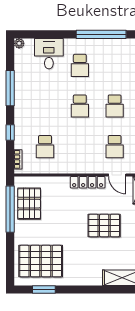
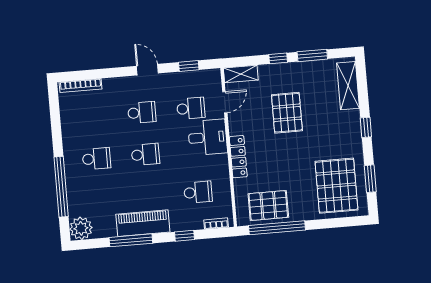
window: (101, 34) -> (61, 187), moved
plant: (19, 43) -> (81, 228), width x1.88, depth x1.88
desk: (49, 54) -> (208, 137), moved, turned 180
piano: (23, 99) -> (143, 223), added
locker: (88, 182) -> (238, 157), moved
window: (87, 289) -> (366, 127), added

